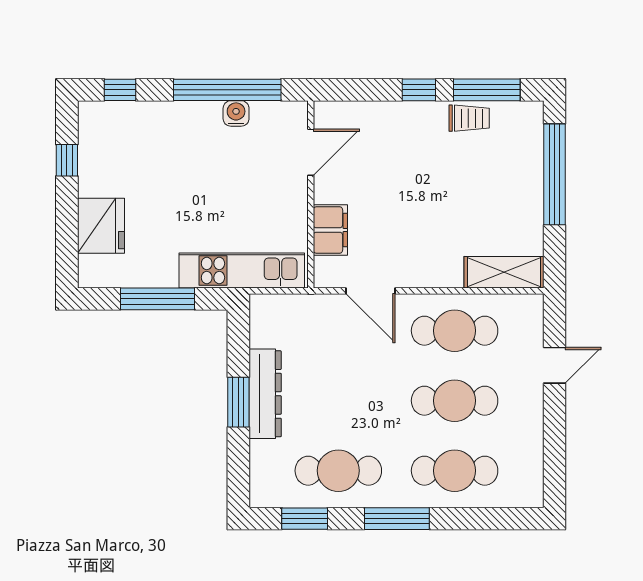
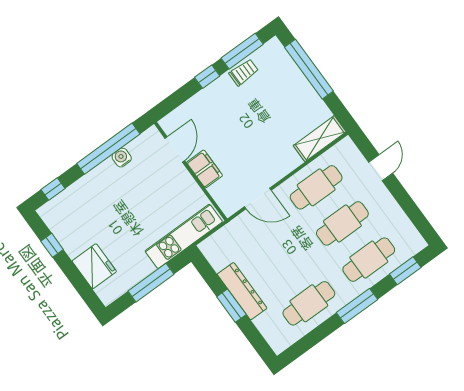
filing cabinet: (330, 230) -> (205, 169), moved
window: (305, 519) -> (405, 271), moved

